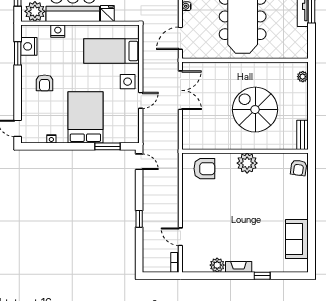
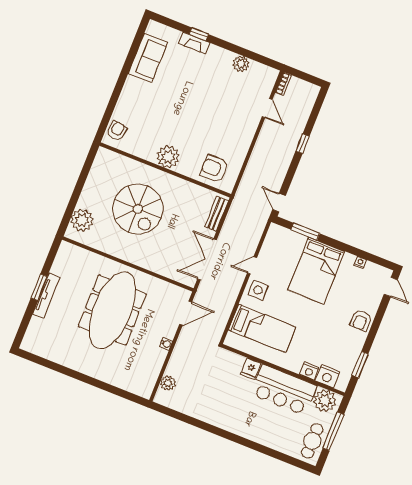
nightstand: (29, 46) -> (327, 376), moved, turned 90
plant: (303, 77) -> (82, 220), width x1.88, depth x1.88
armchair: (45, 83) -> (361, 320), moved, turned 180
bench: (303, 135) -> (217, 214), moved
fireplace: (239, 267) -> (194, 43), moved

